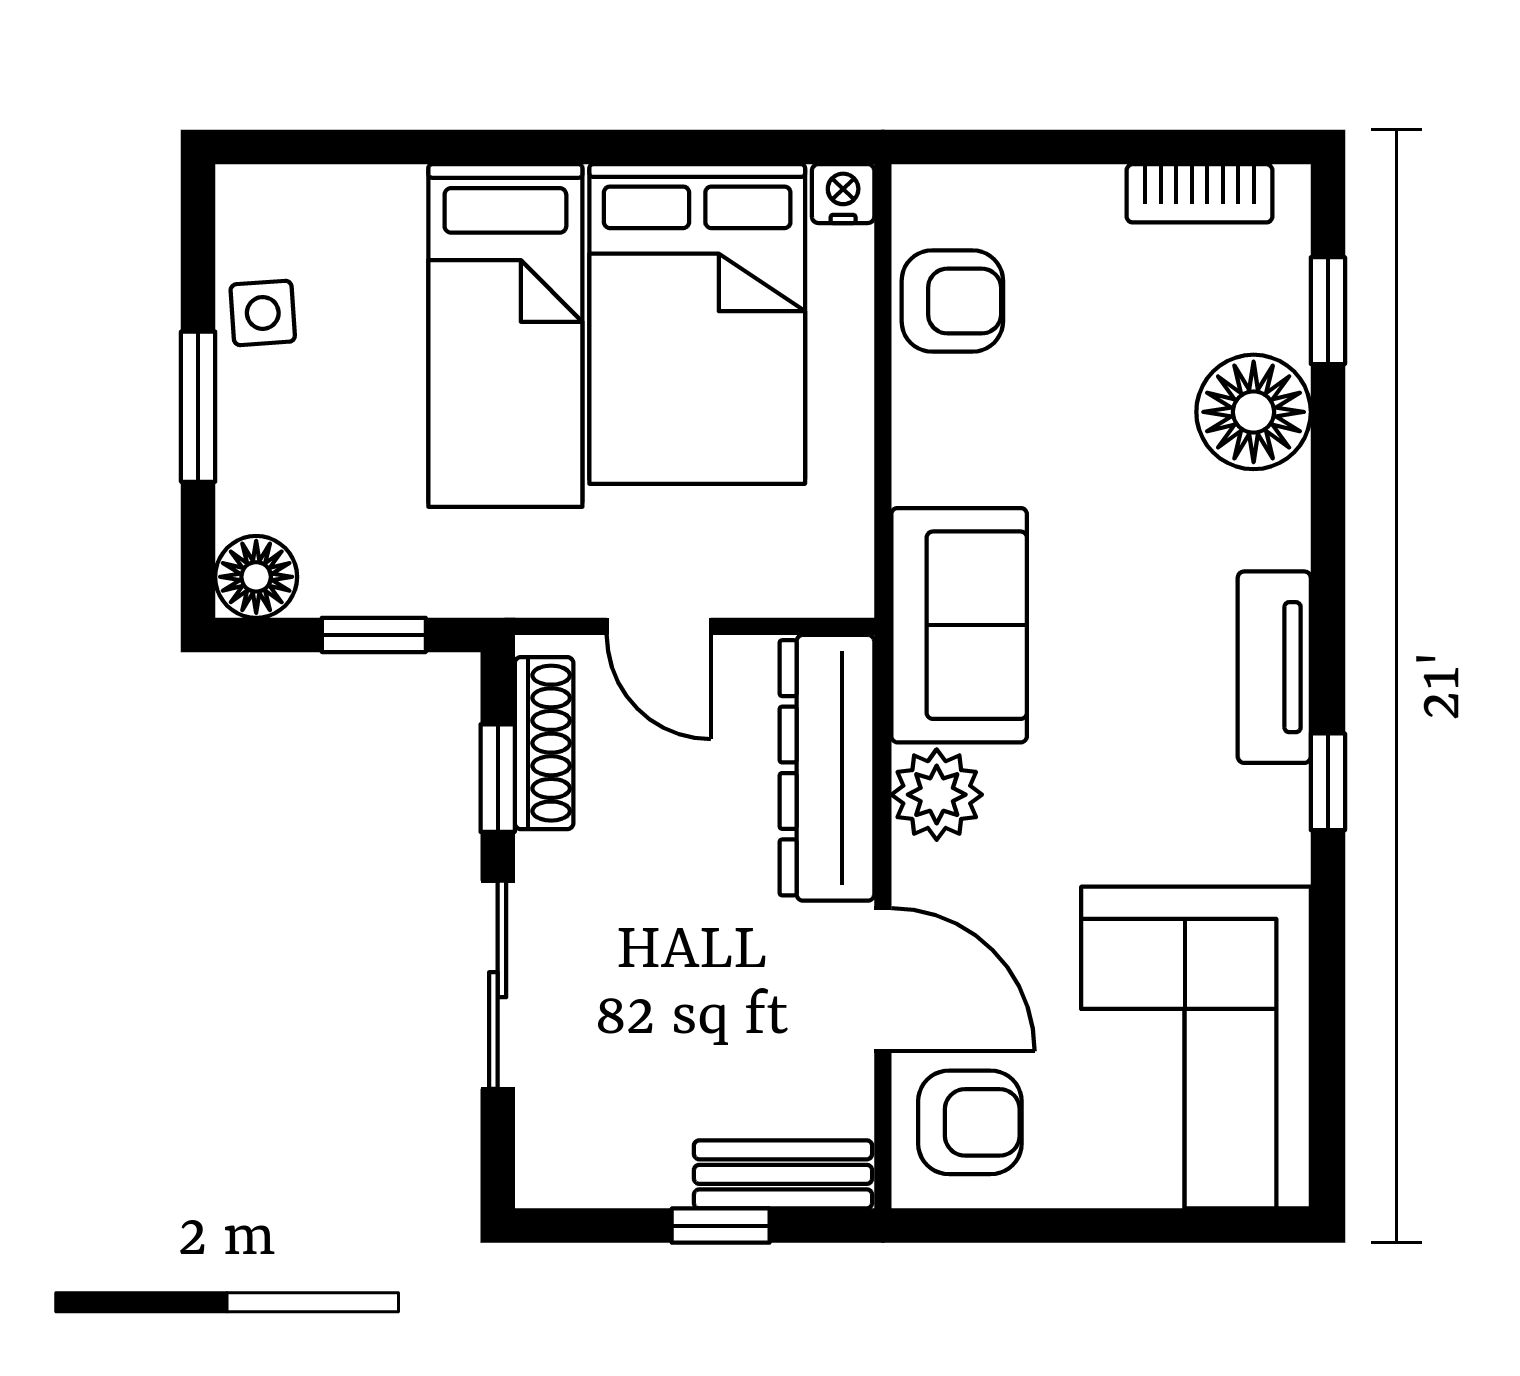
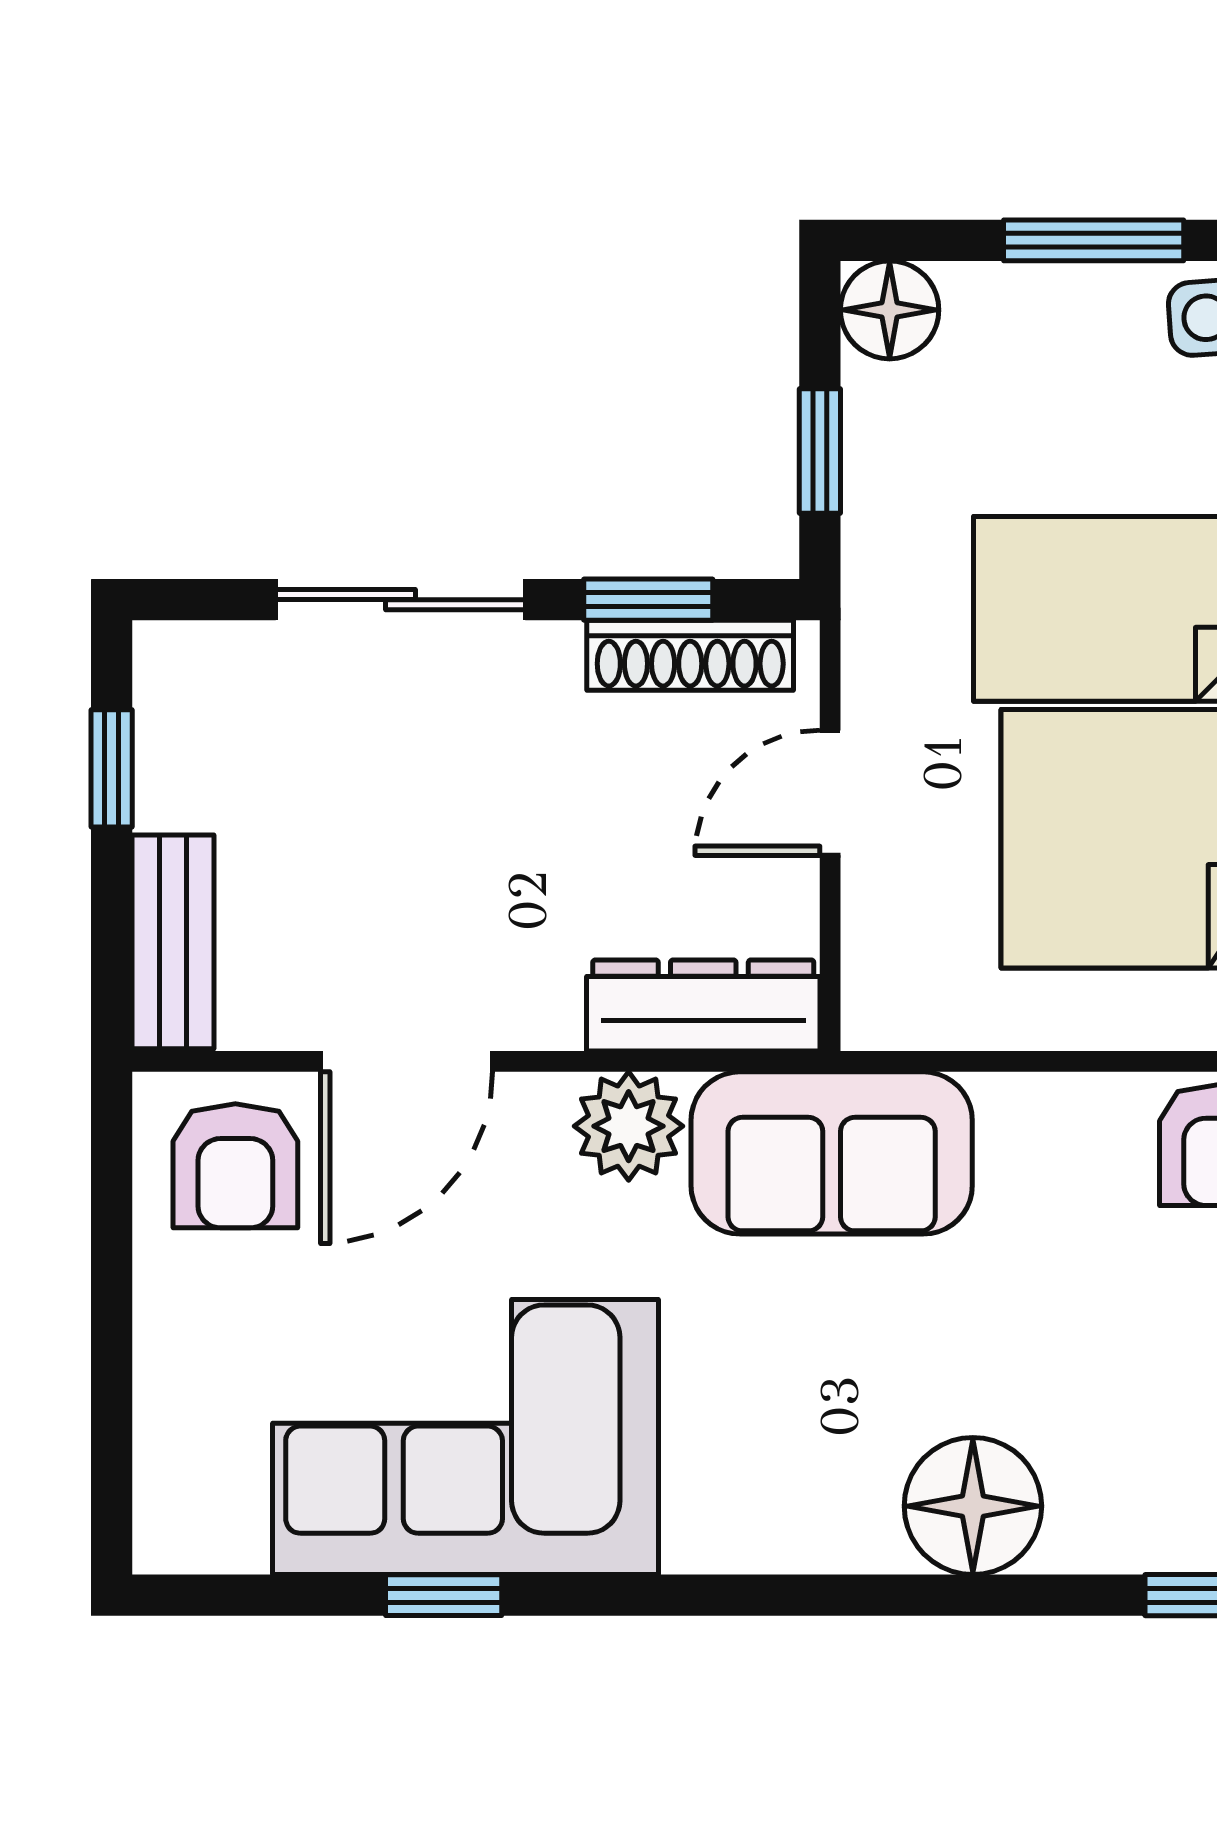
floor lamp: (1254, 412) -> (973, 1506), moved
tv unit: (1274, 667) -> (781, 1531), removed
dresser: (827, 768) -> (703, 1006), width x0.73, depth x0.80
window: (1328, 782) -> (444, 1595), moved
corner sofa: (1196, 1048) -> (465, 1437), moved
window: (721, 1226) -> (112, 768), moved

